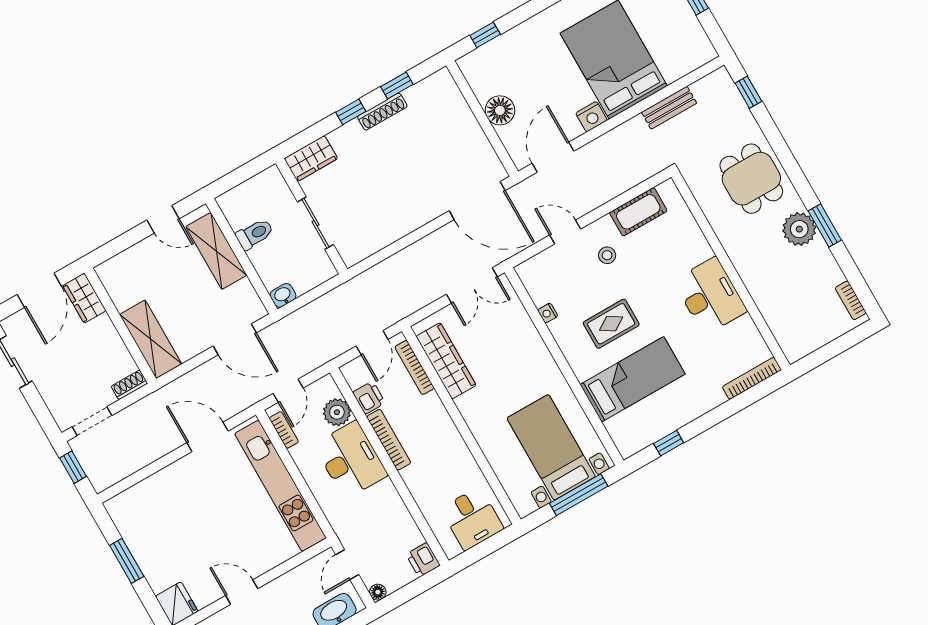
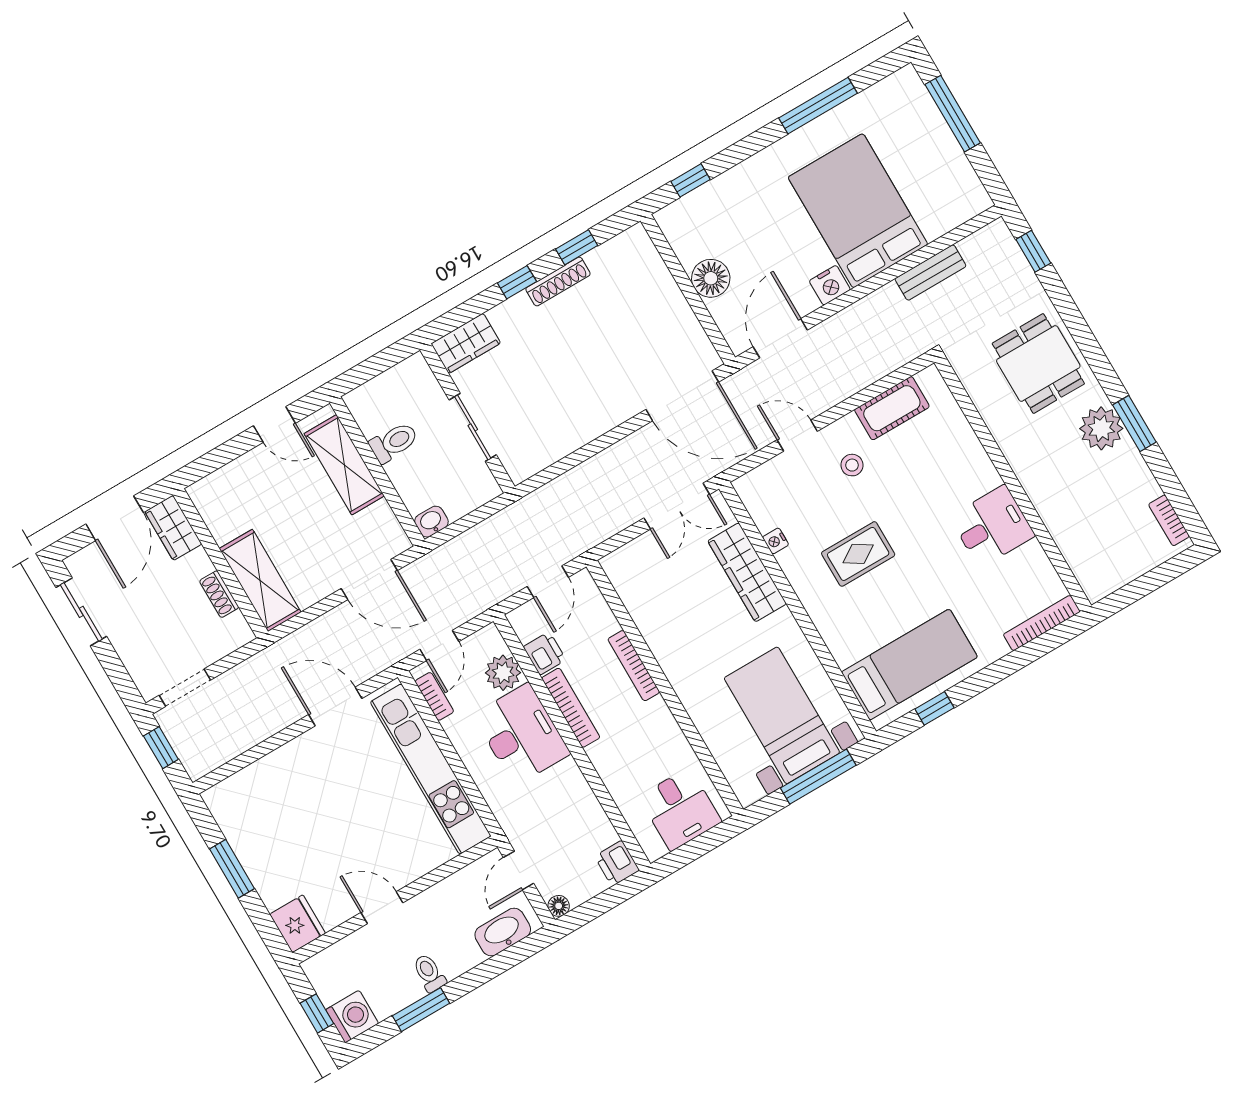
desk: (710, 296) -> (992, 526), width x0.73
wardrobe: (446, 361) -> (747, 572), moved, turned 180
bookcase: (414, 368) -> (634, 666), moved
bed: (633, 379) -> (909, 665), moved
shoe rack: (129, 385) -> (219, 594), moved, turned -90

